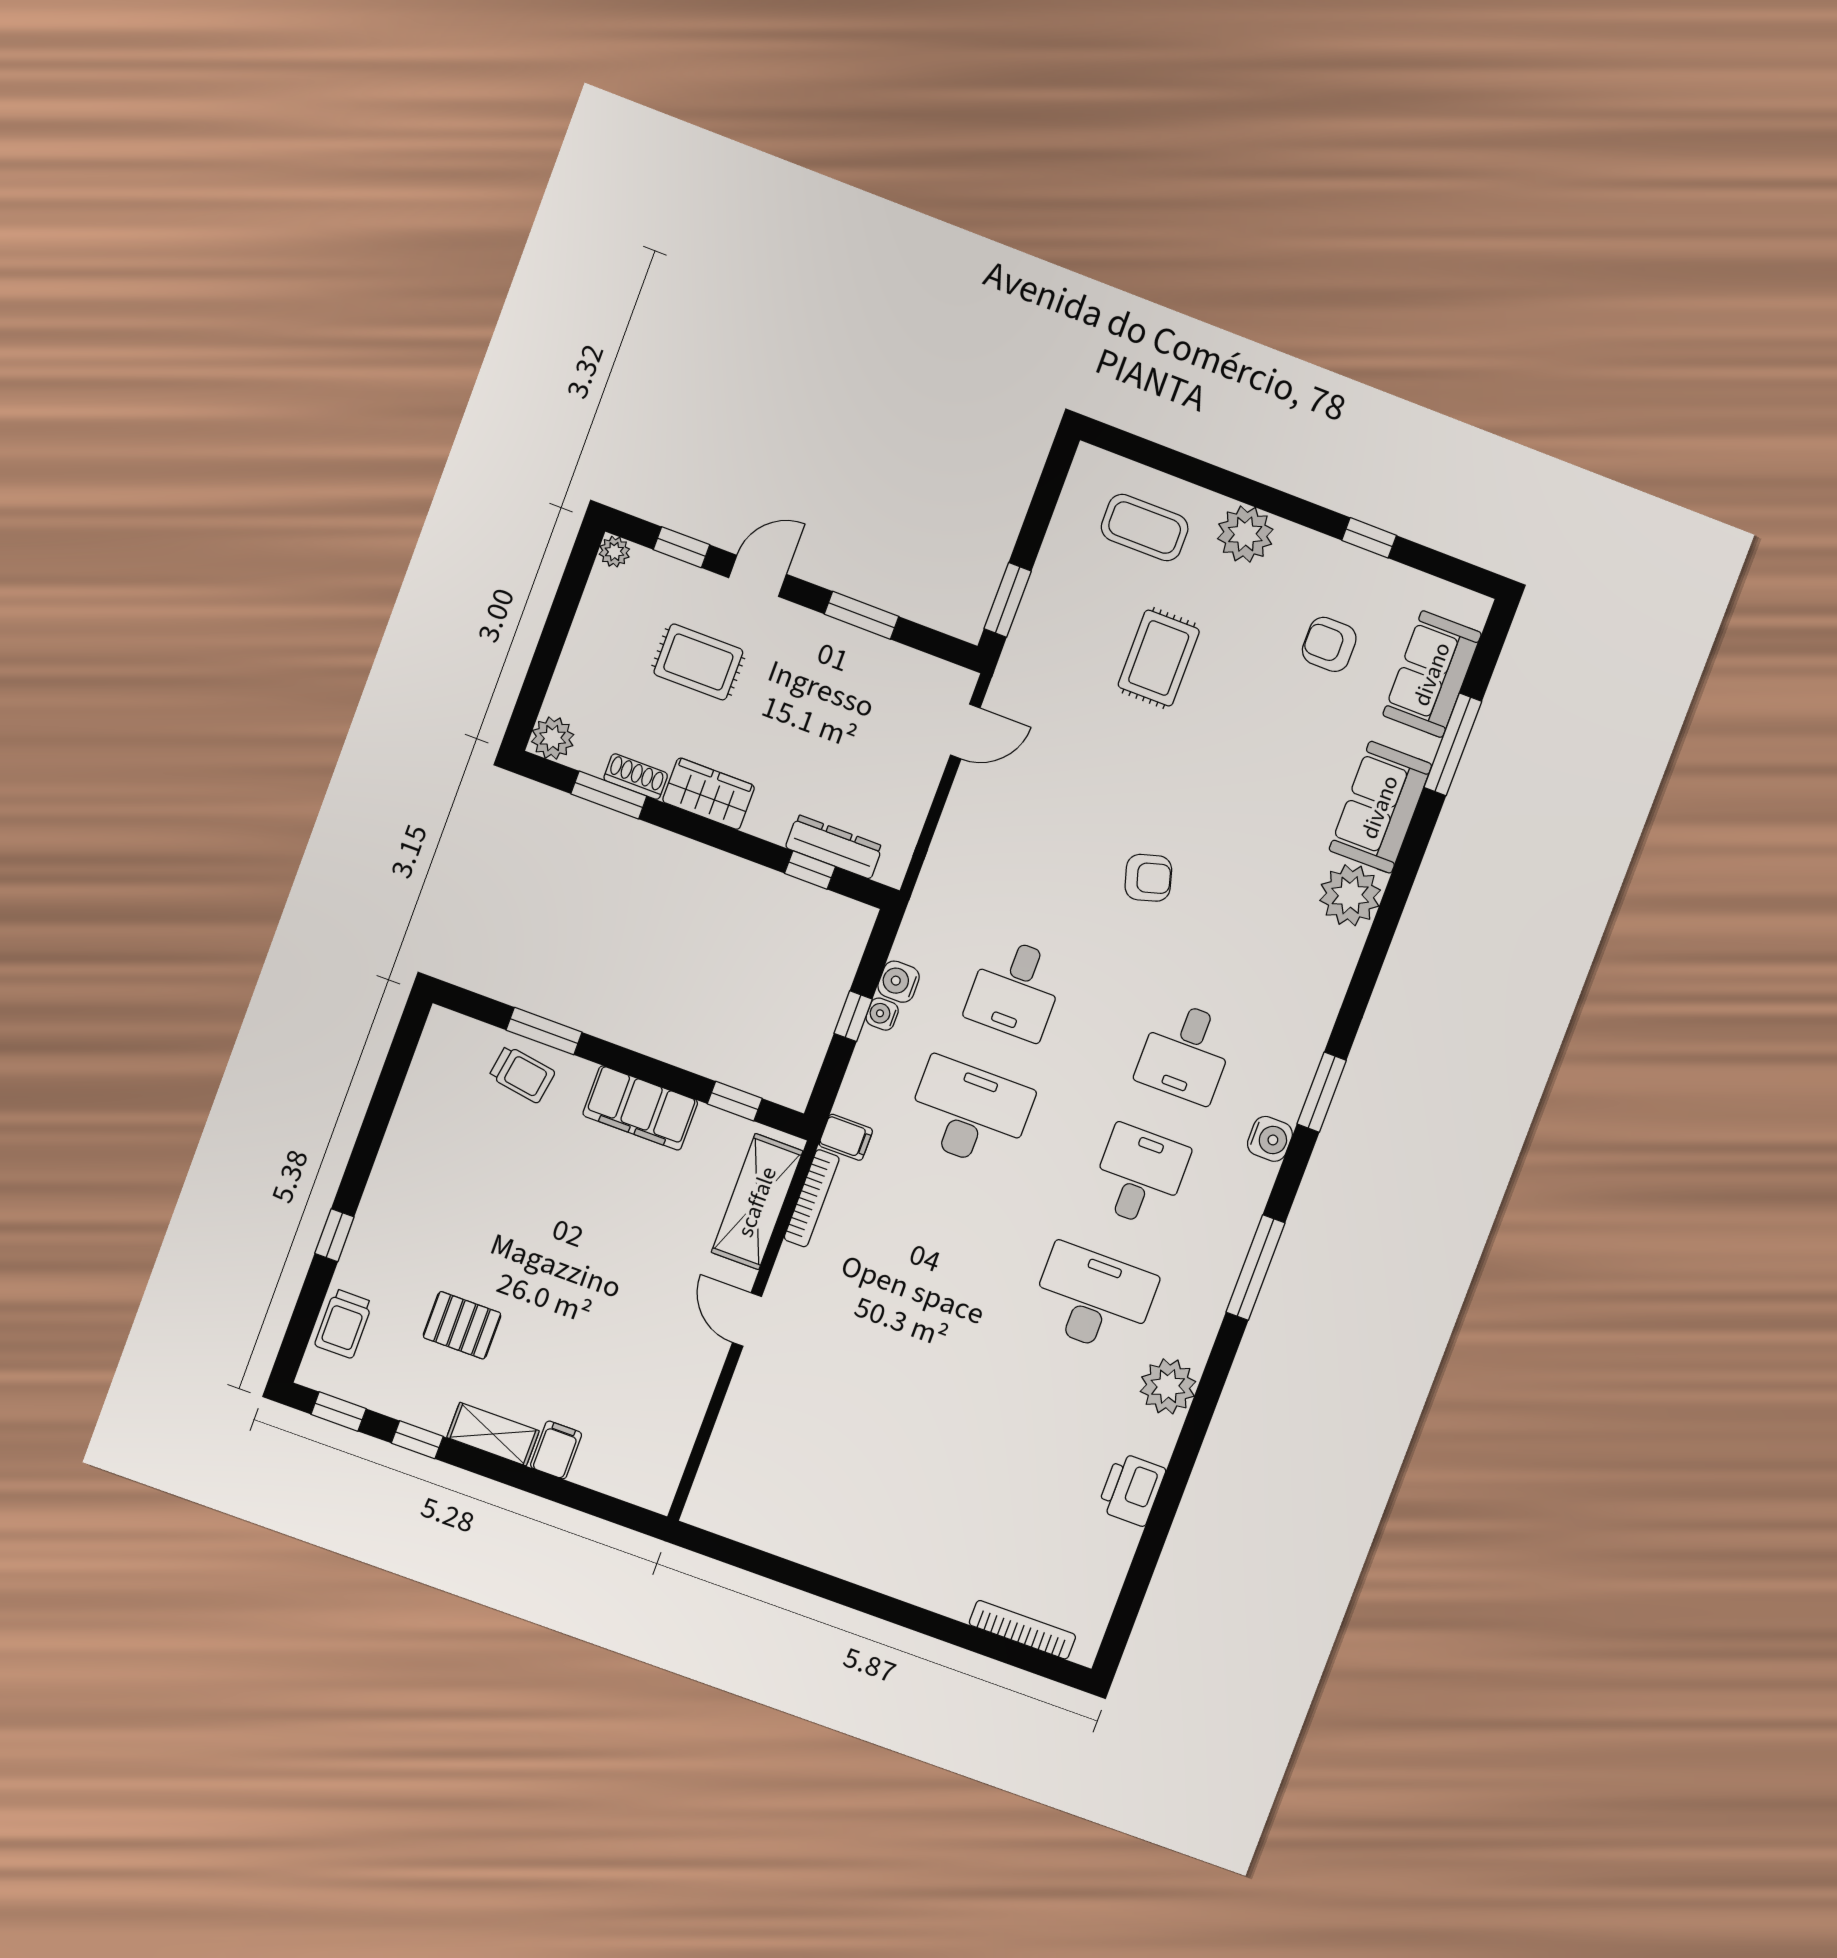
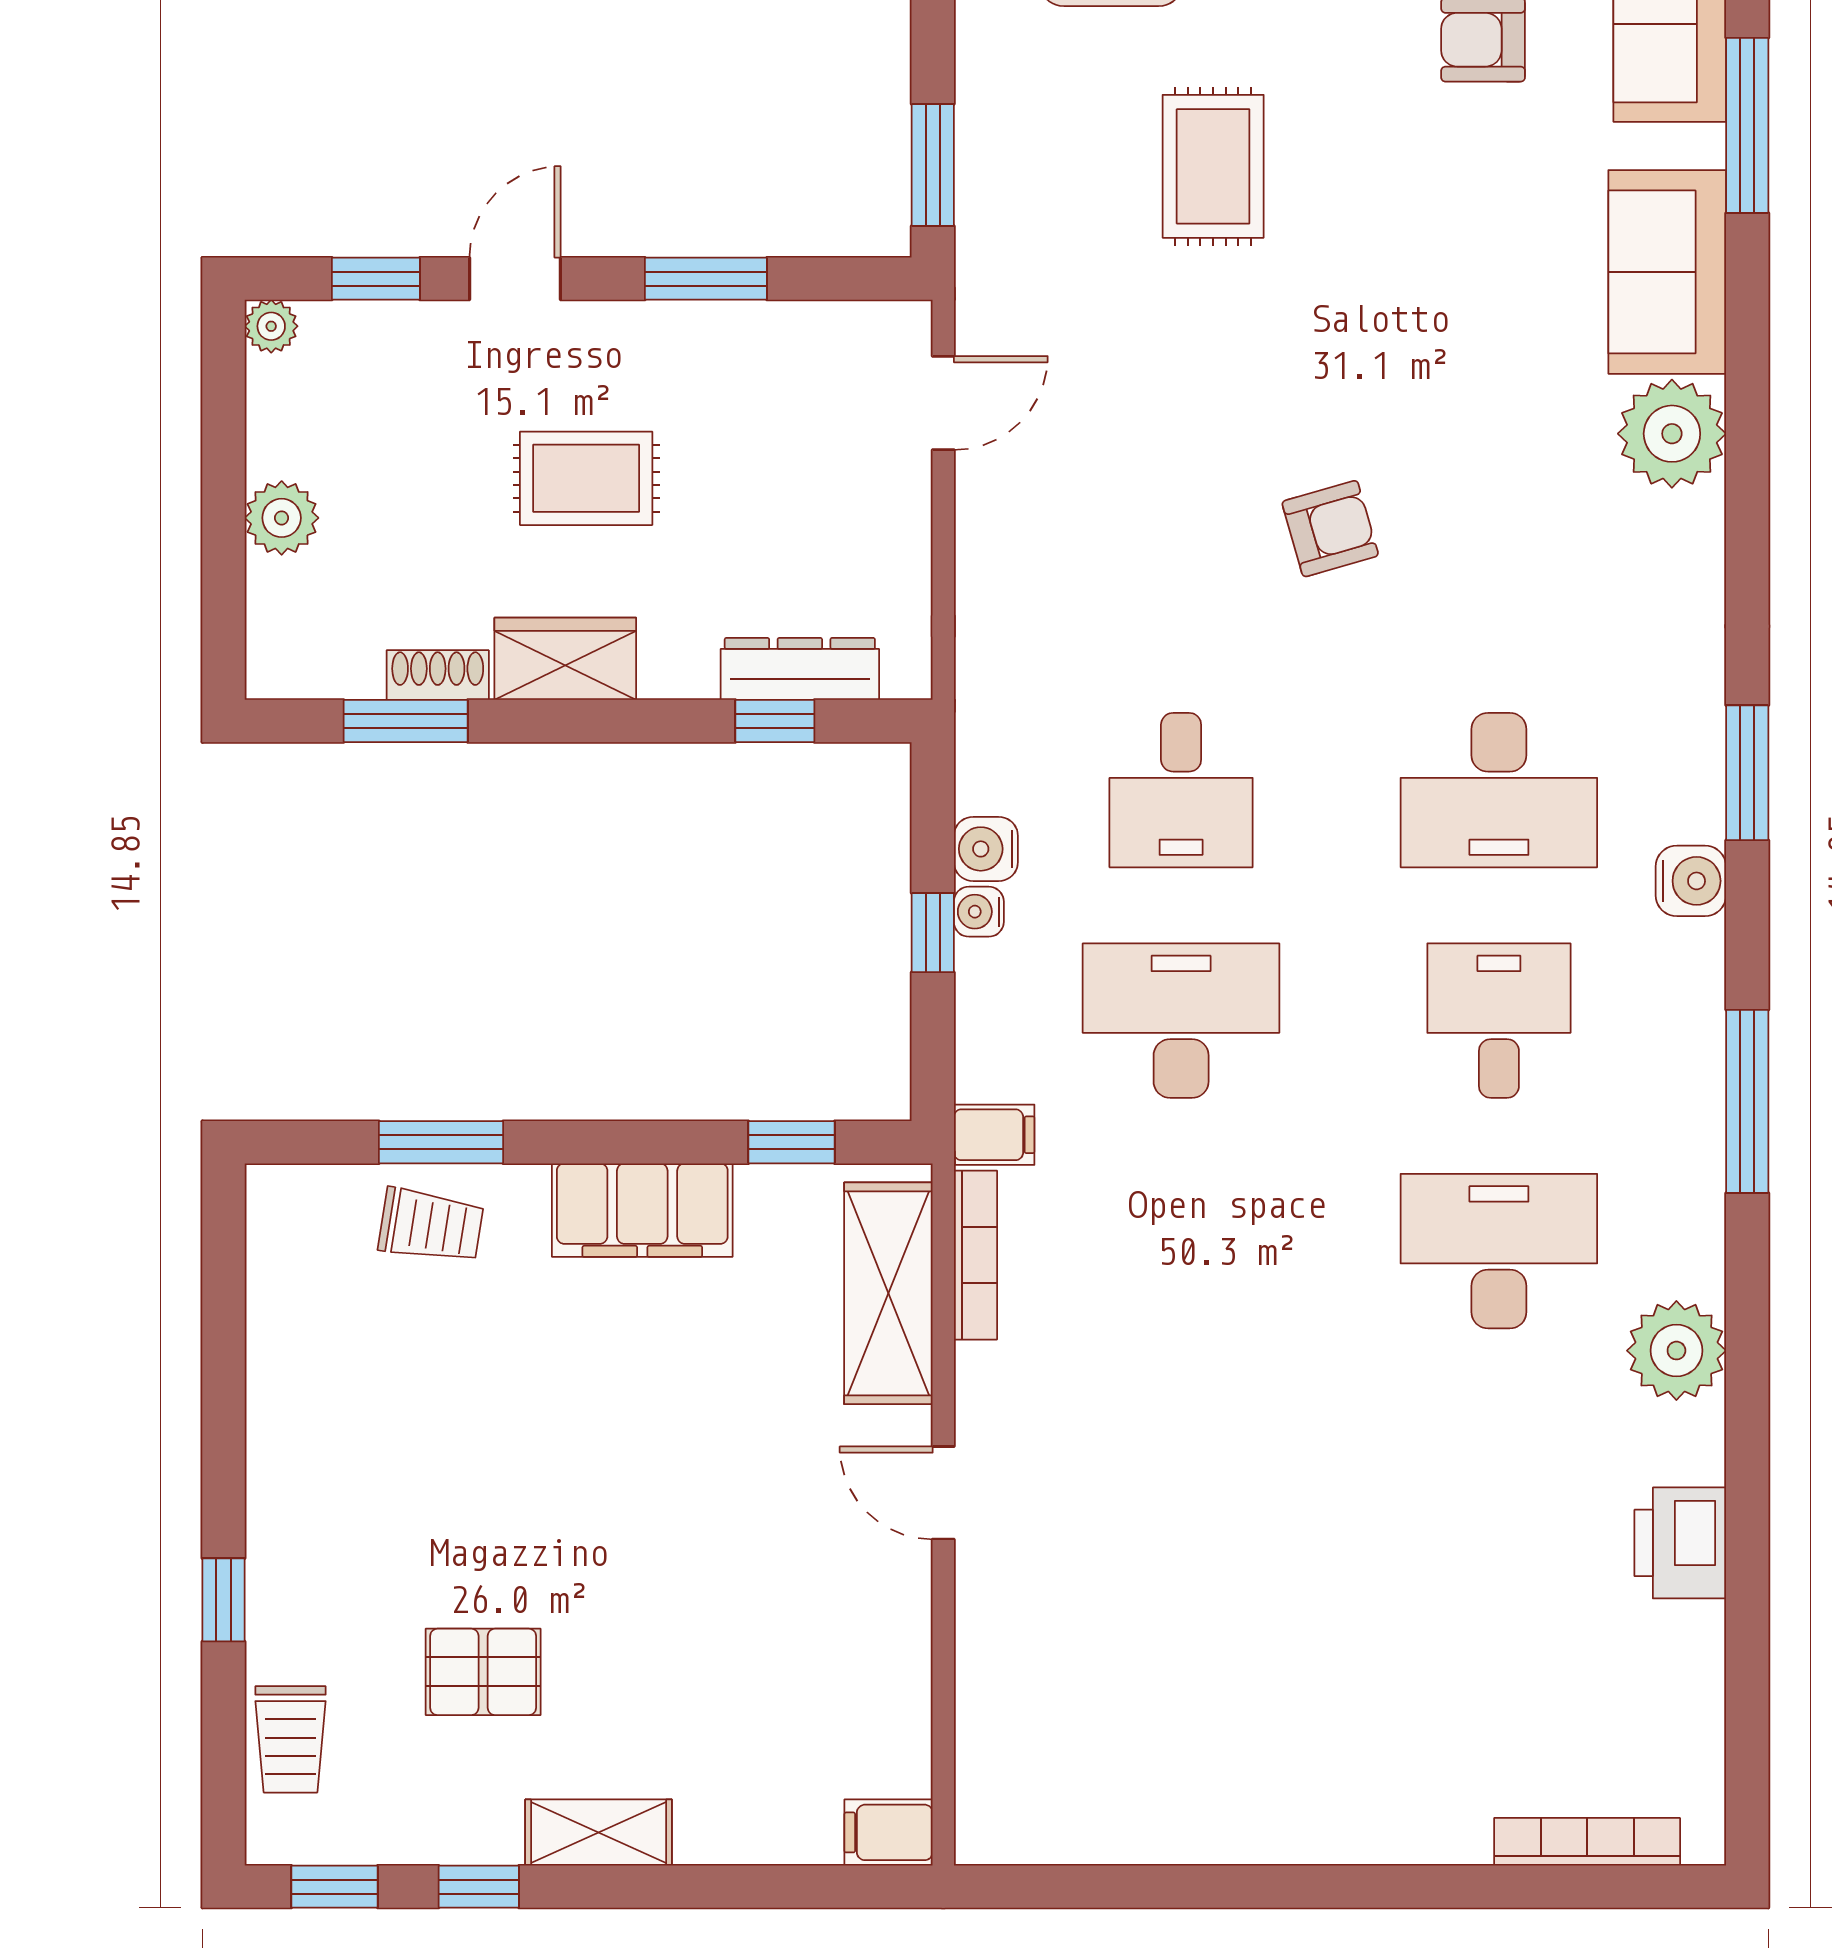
rug: (698, 662) -> (586, 478), moved
plant: (553, 738) -> (282, 518), moved
desk: (1186, 1052) -> (1499, 790), width x1.37
filing cabinet: (556, 1450) -> (889, 1832), moved, turned -90

